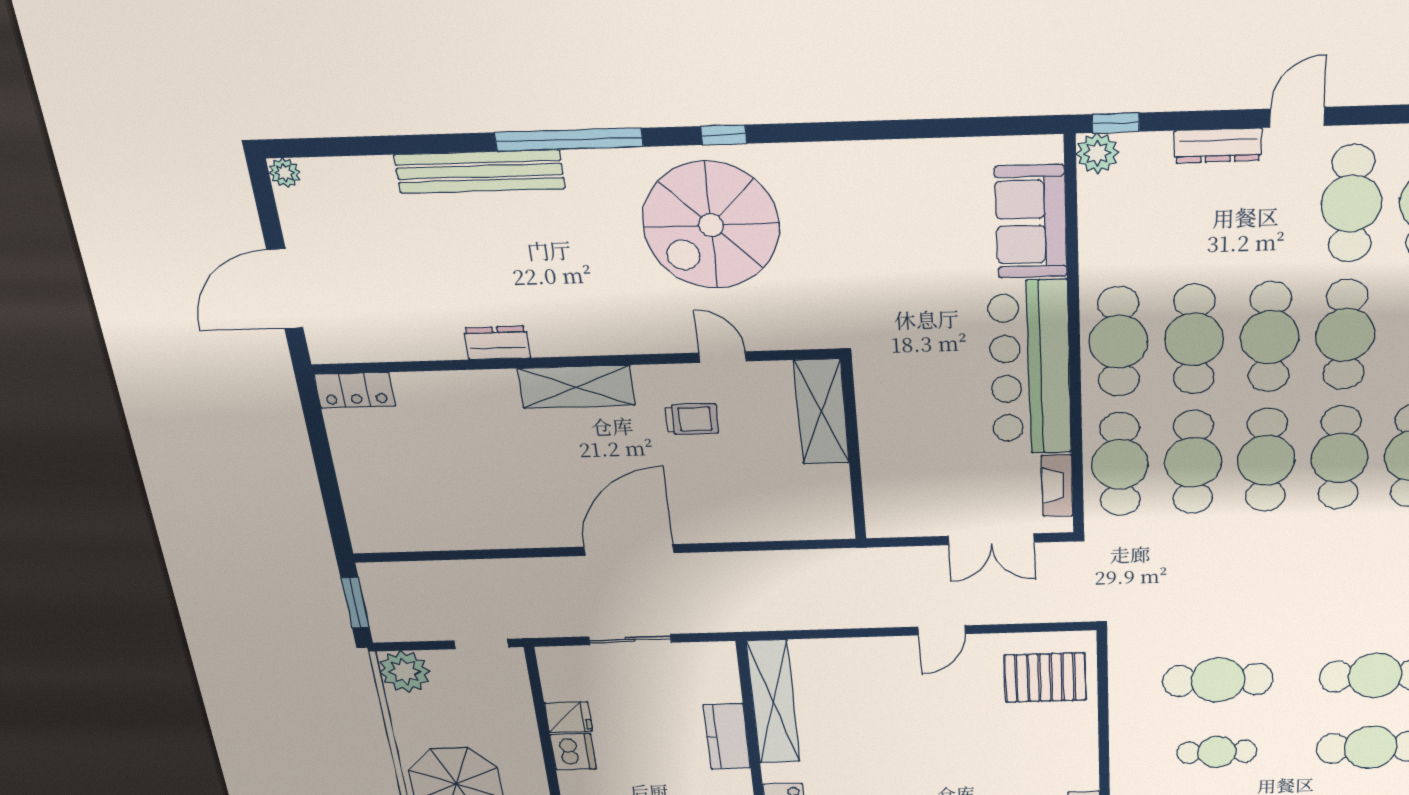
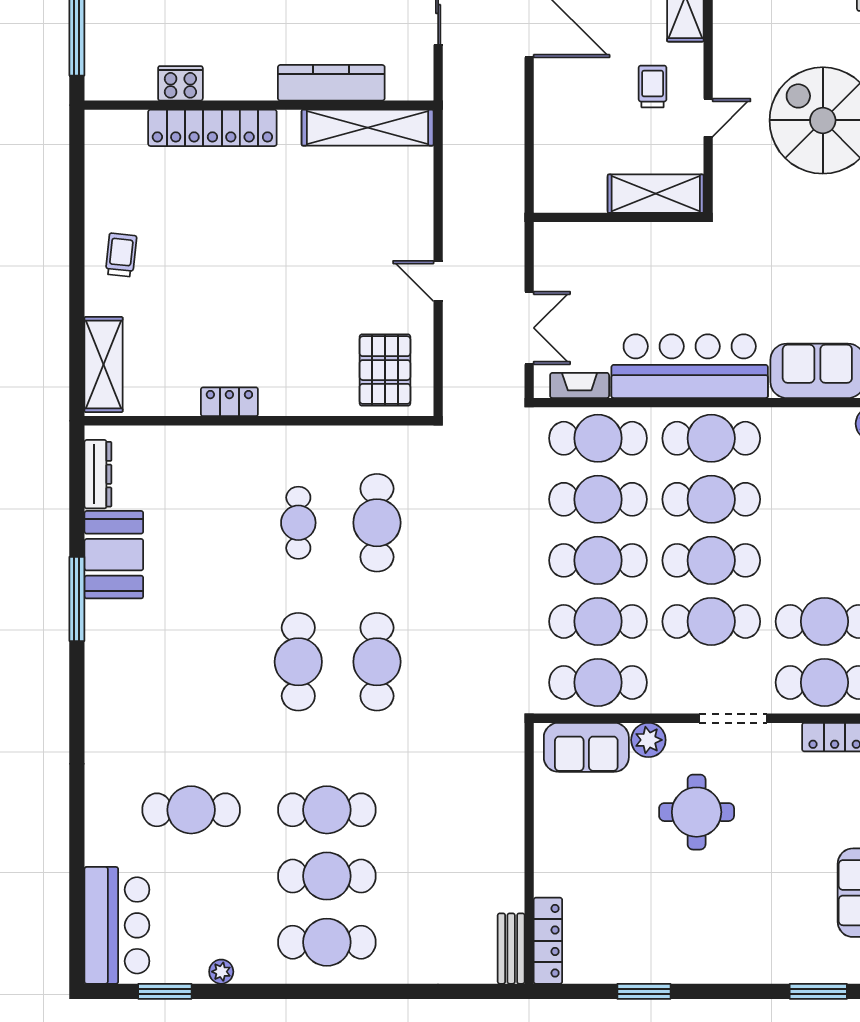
trolley: (692, 419) -> (653, 86), turned 180
double door: (991, 539) -> (529, 328), swing flipped
kitchen counter: (727, 736) -> (331, 83), width x1.50

